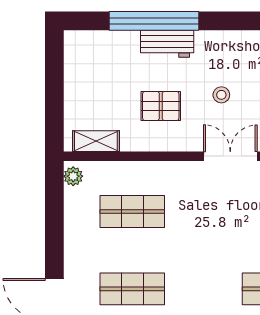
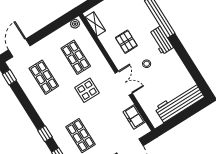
workbench: (167, 44) -> (161, 40), moved
display table: (202, 228) -> (87, 90), added

